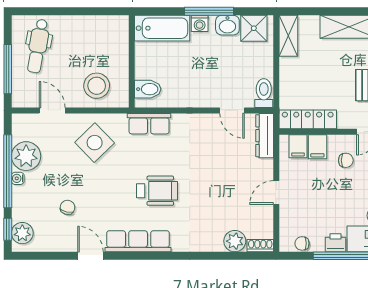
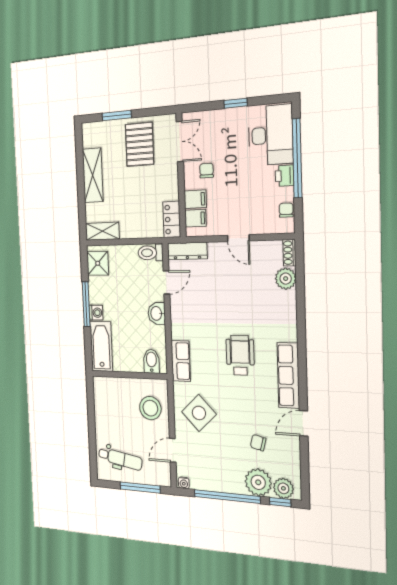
washbasin: (227, 25) -> (157, 313), moved, turned 180
locker: (308, 119) -> (172, 219), width x0.66
plant: (26, 156) -> (258, 482), moved
water cooler: (18, 178) -> (184, 483), moved
chair: (302, 243) -> (286, 210), turned 180

